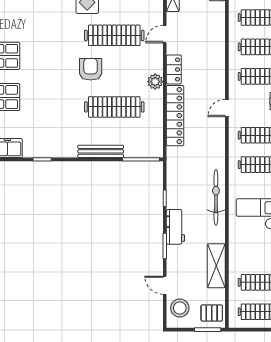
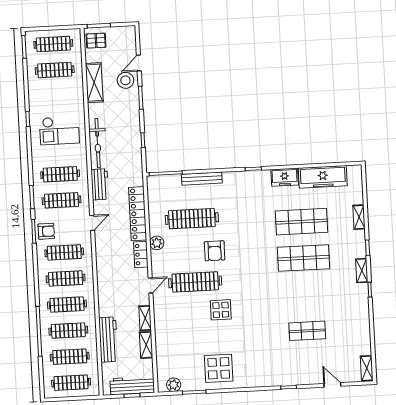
workbench: (175, 227) -> (100, 184), moved, turned 180
door: (165, 285) -> (139, 63), swing flipped
stool: (180, 308) -> (125, 80), moved

